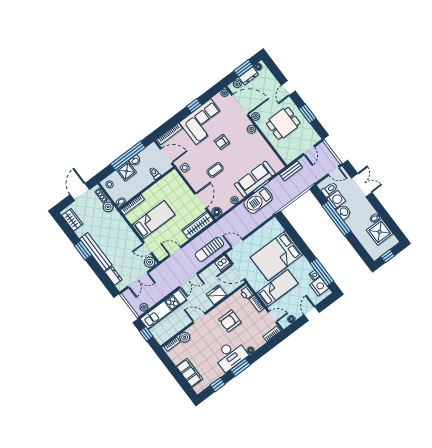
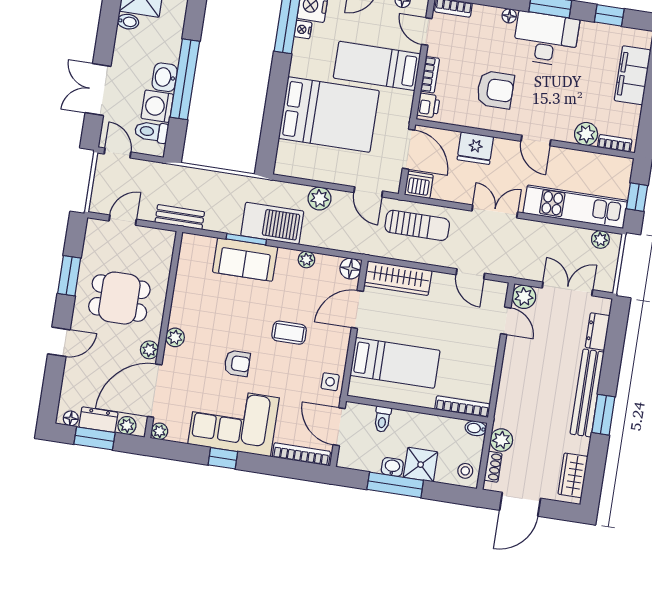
door: (240, 105) -> (155, 391), hinge flipped
window: (128, 156) -> (395, 485), width x0.68
sofa: (255, 179) -> (245, 259), width x0.73
bed: (153, 220) -> (395, 363), moved, turned 180
plant: (251, 225) -> (319, 199), added

